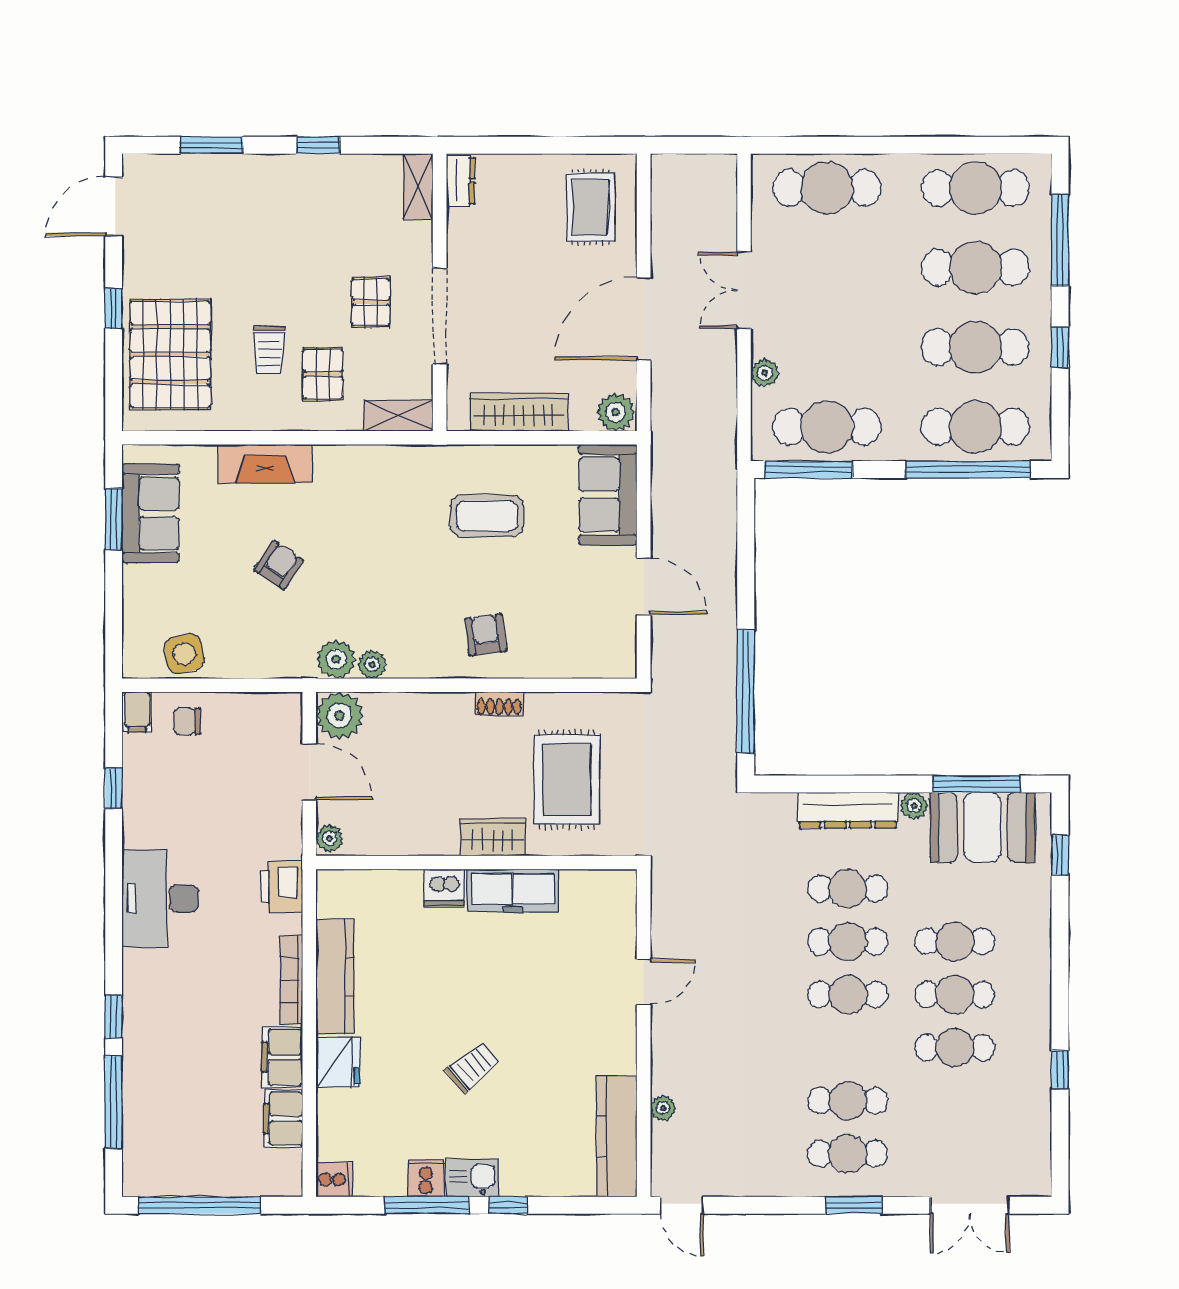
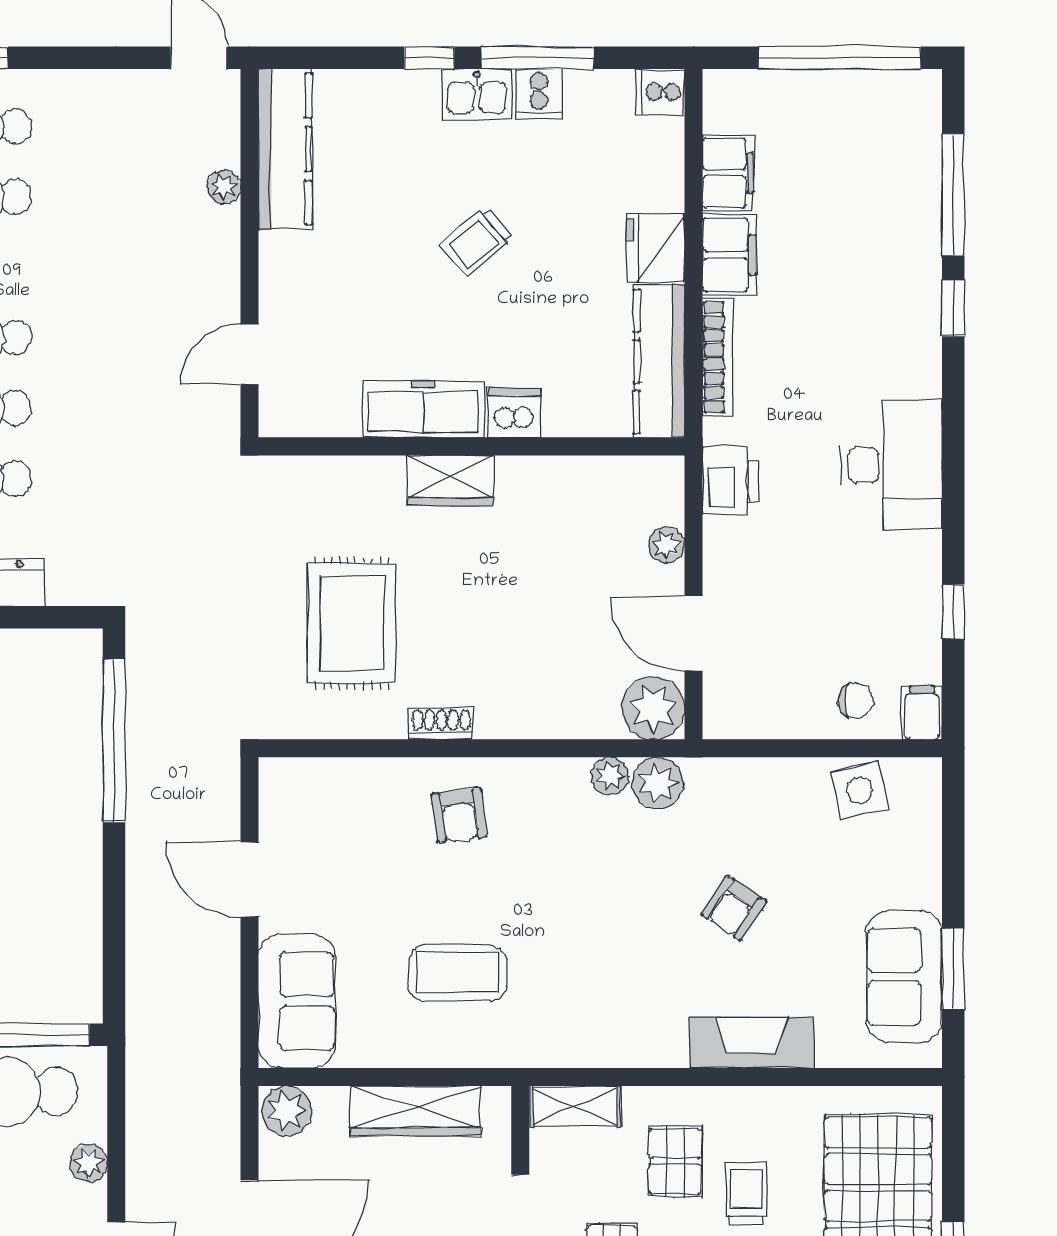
wardrobe: (492, 837) -> (450, 480), moved
wall: (476, 863) -> (471, 446), moved
dishwasher: (444, 888) -> (514, 413), moved
freezer: (513, 891) -> (423, 409), moved

